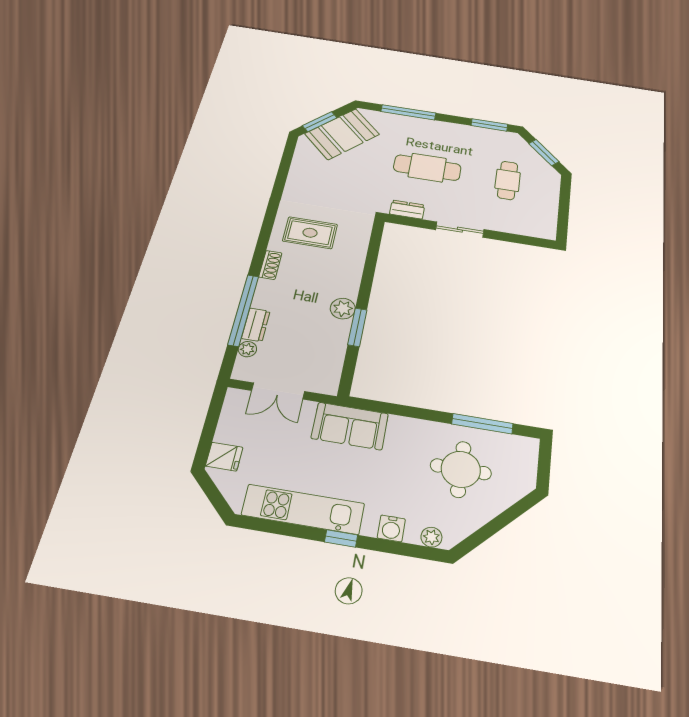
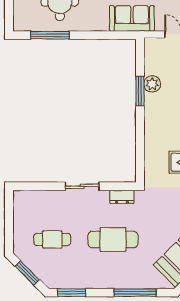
cafe table: (508, 180) -> (52, 239), turned 90
plant: (343, 309) -> (152, 84), moved

